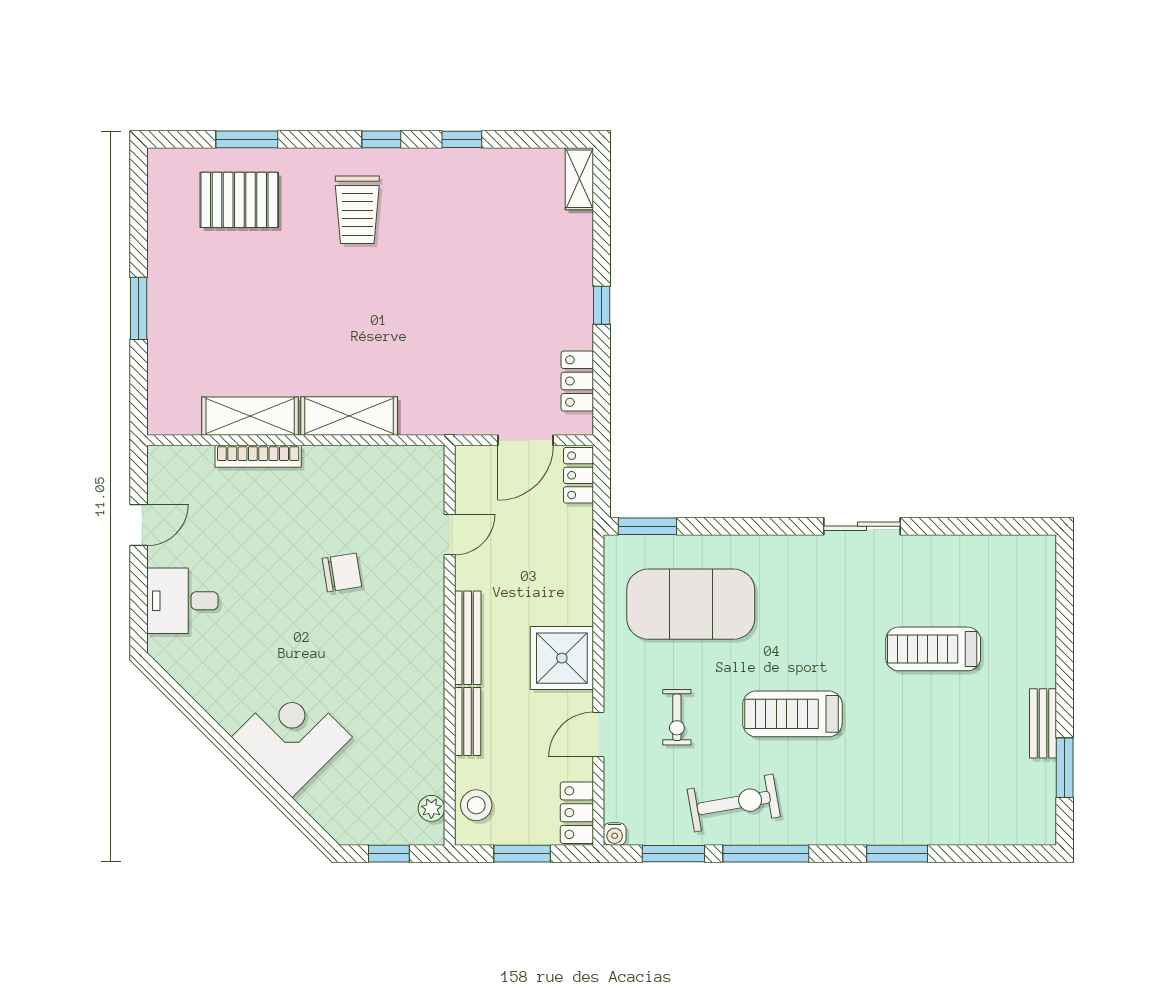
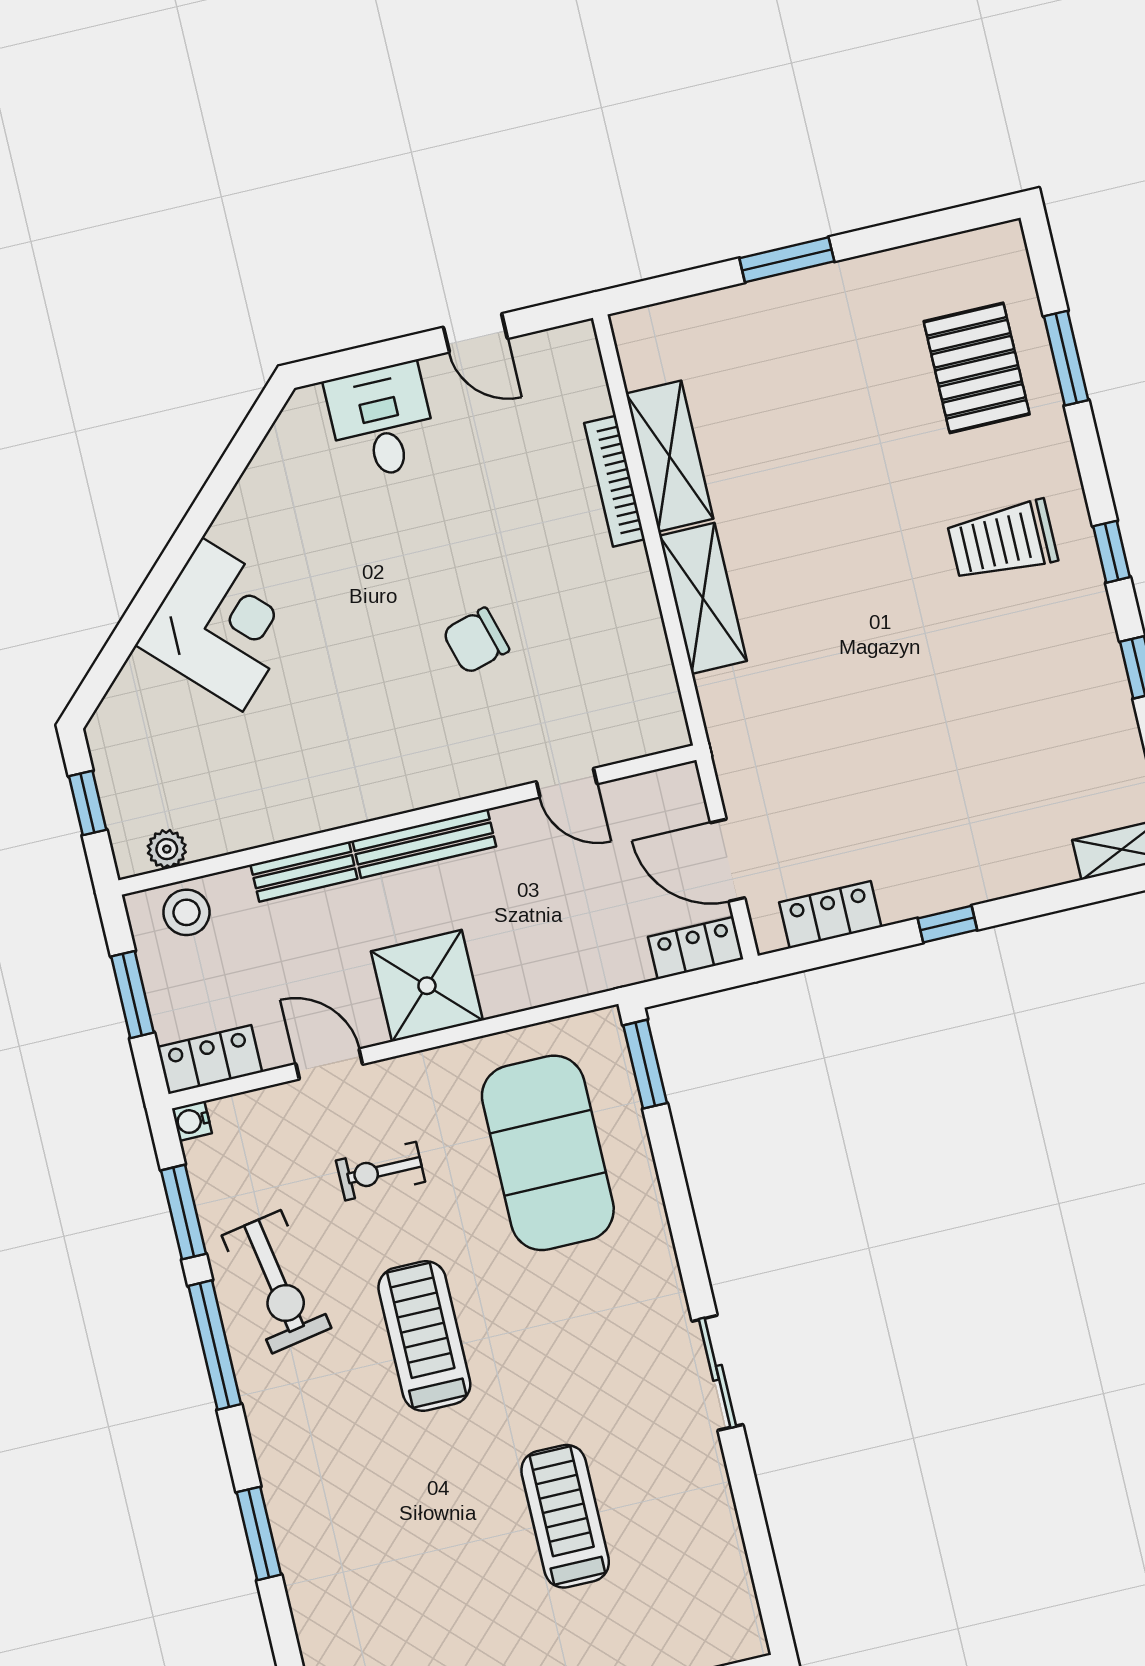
chair: (342, 572) -> (476, 641), turned 83

